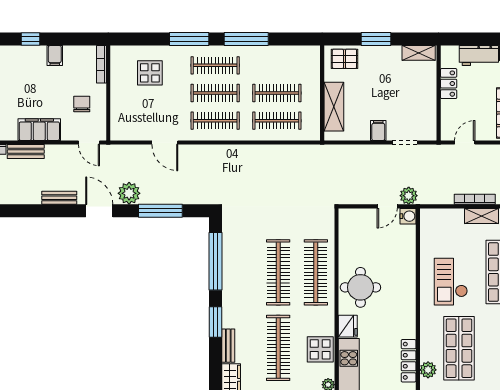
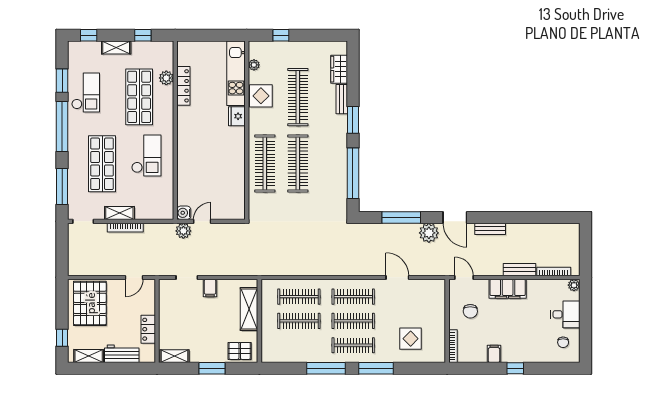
round table: (360, 287) -> (226, 150), removed

